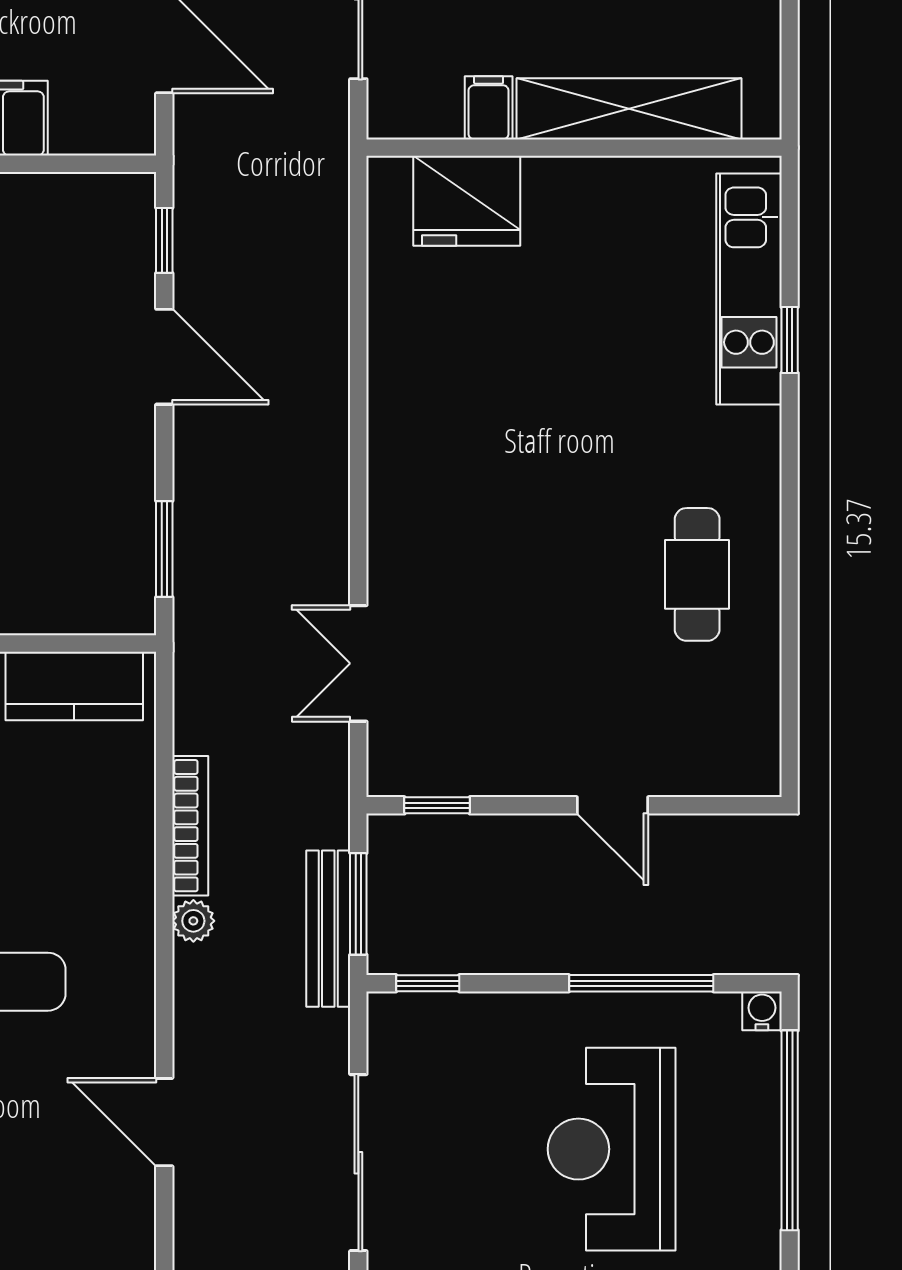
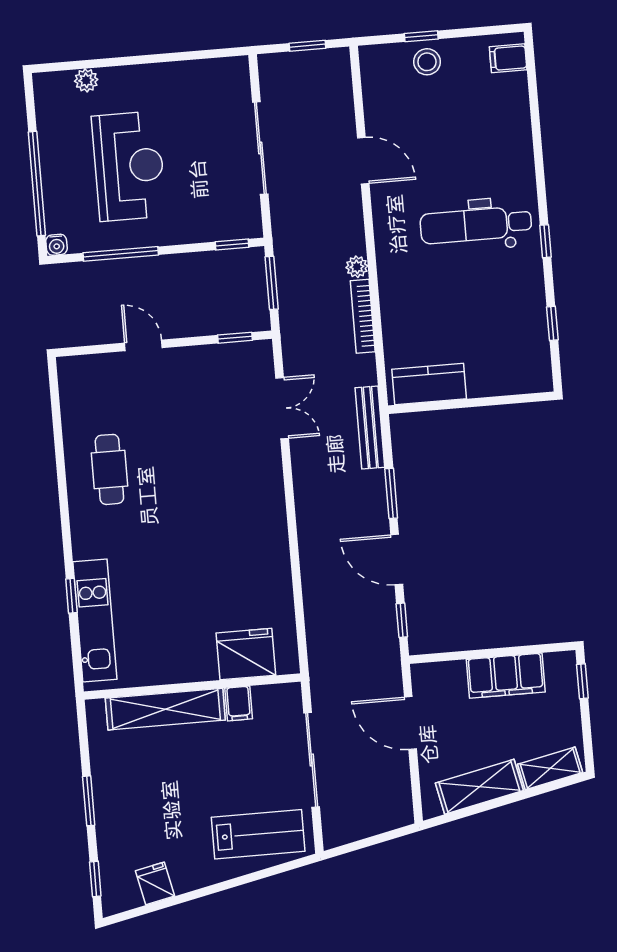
window: (164, 549) -> (391, 493), moved
bench: (328, 929) -> (370, 428), moved

